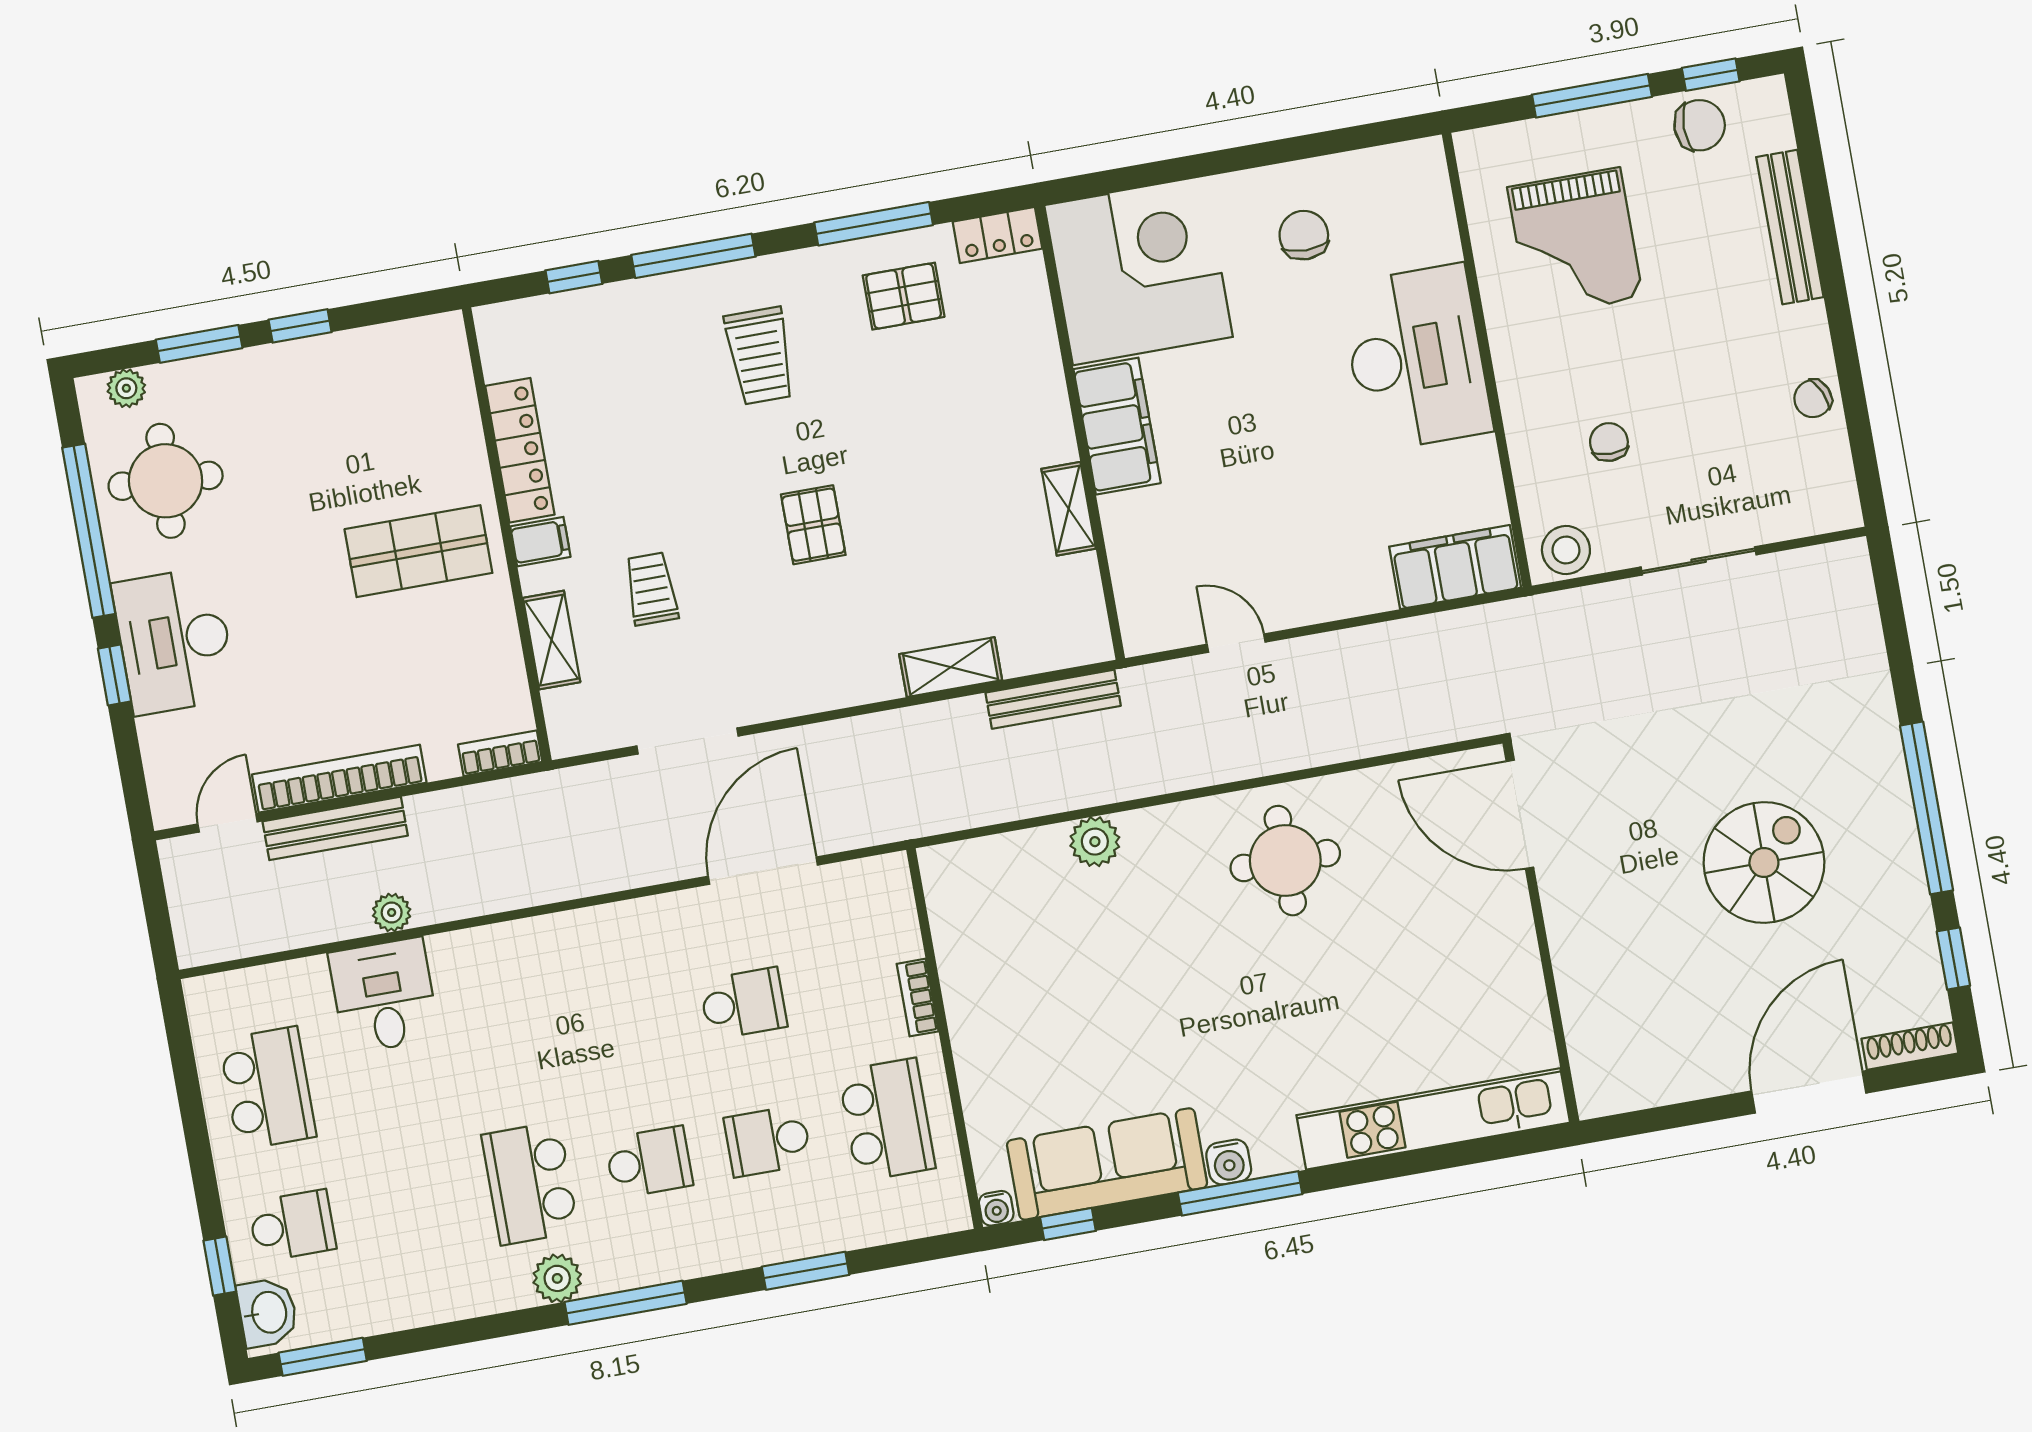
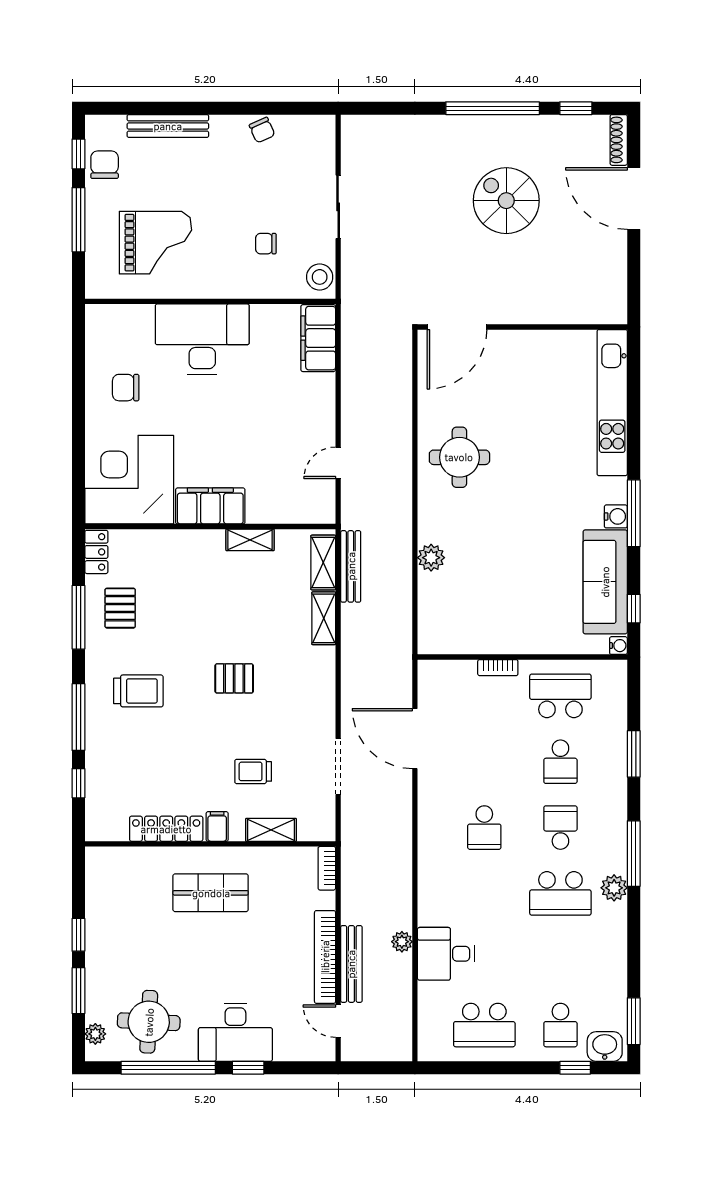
shop shelf: (418, 551) -> (211, 893), turned 90
shelving: (1051, 648) -> (323, 562), added
school desk: (743, 1003) -> (484, 828), moved, turned 180
school desk: (268, 1088) -> (484, 1025), turned 180
school desk: (292, 1226) -> (560, 1025), turned 180

